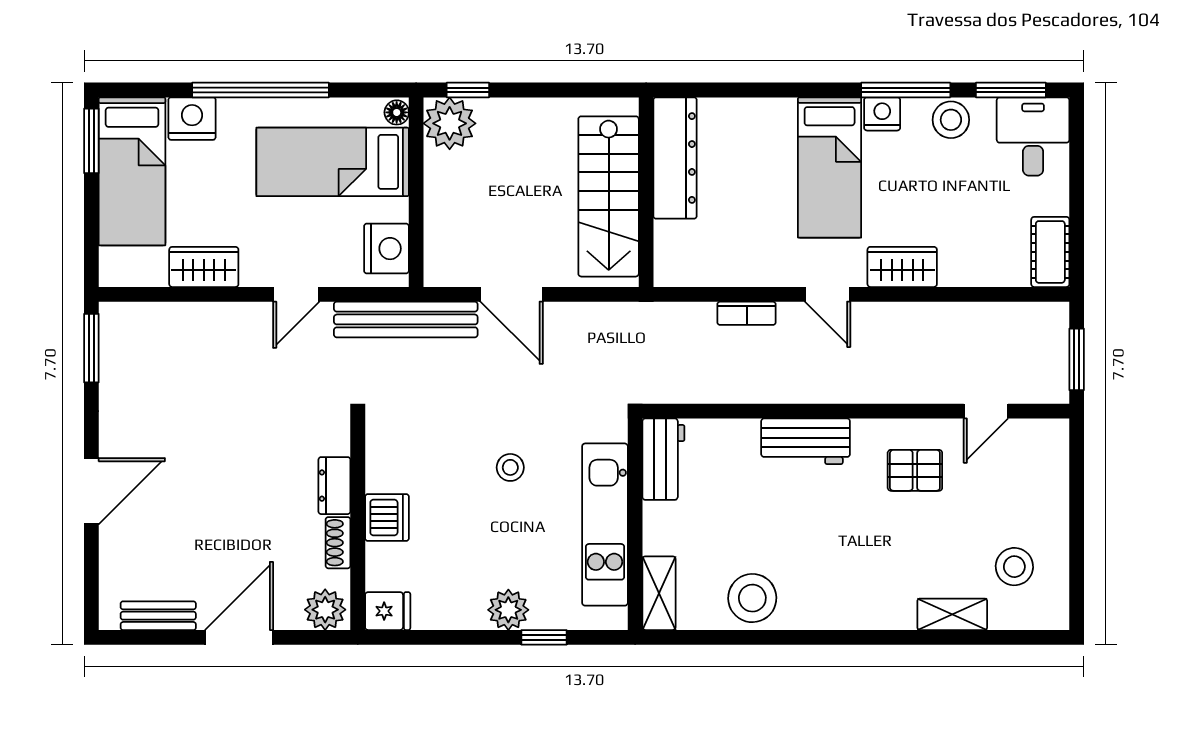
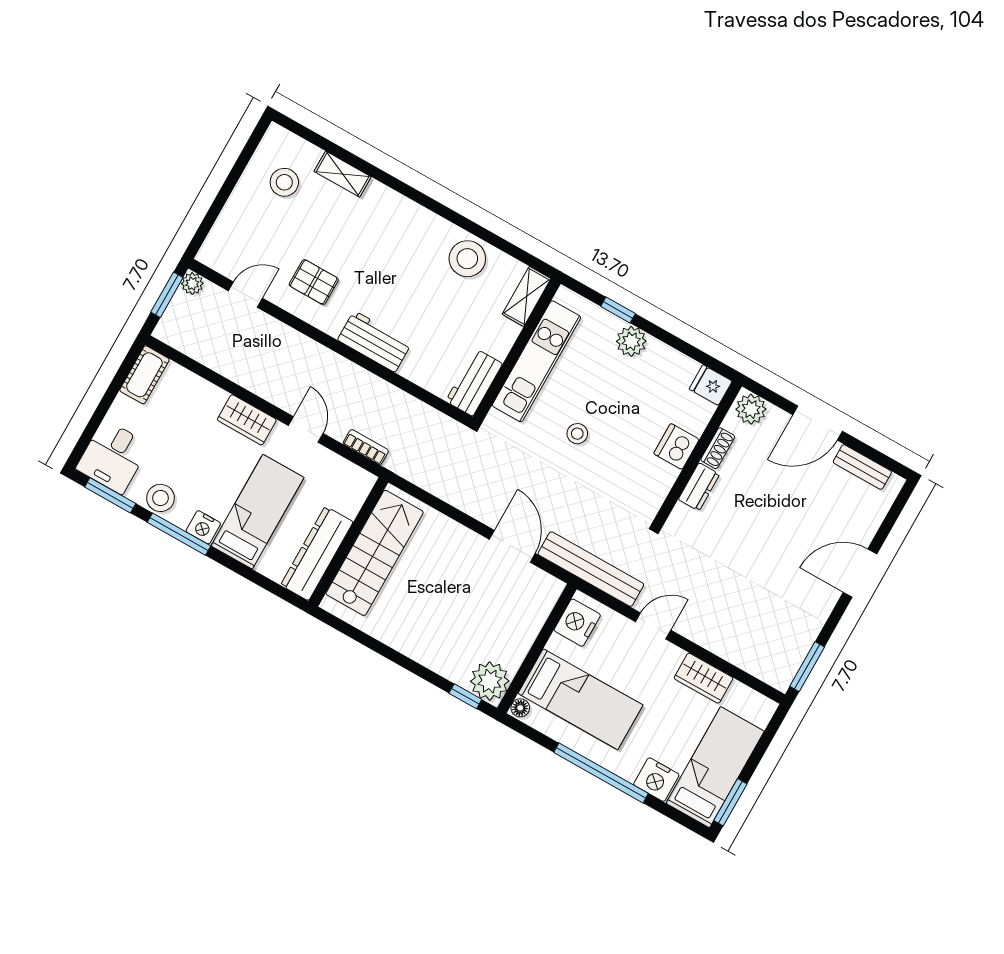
dresser: (675, 158) -> (317, 553), moved
wall: (646, 192) -> (348, 542), moved
stairs: (609, 196) -> (375, 553), moved
plant: (1055, 389) -> (192, 284), added

